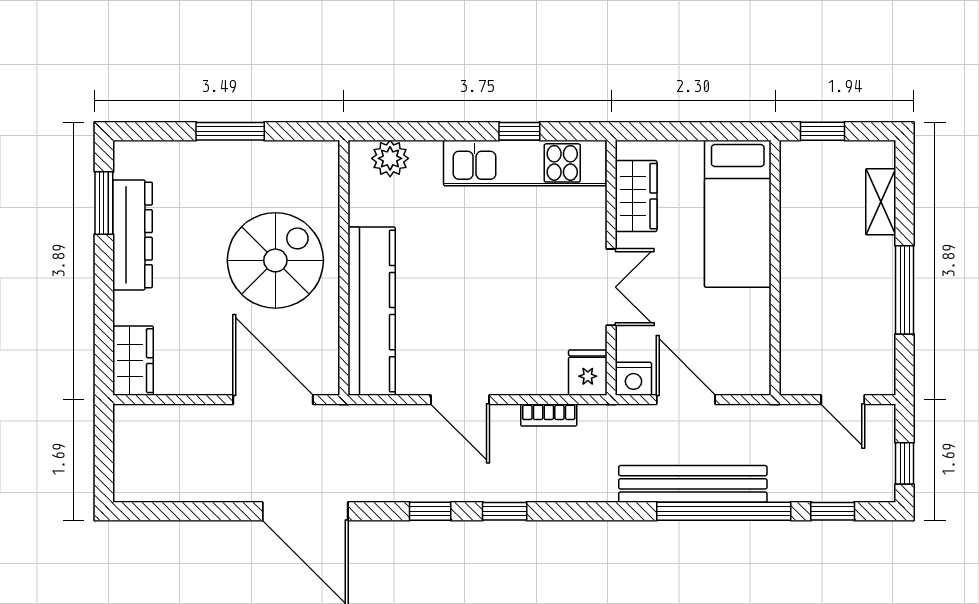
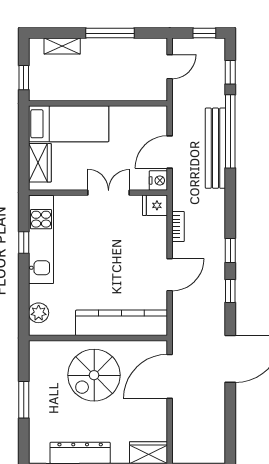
wardrobe: (636, 196) -> (40, 163), moved, turned 90
spiral stairs: (275, 260) -> (94, 375), turned -90

